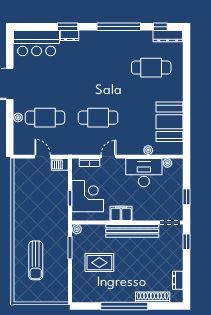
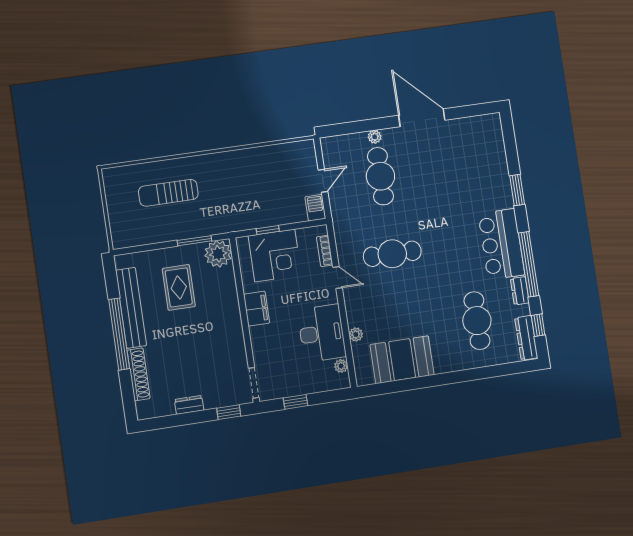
dresser: (70, 36) -> (520, 291), moved
bar counter: (37, 43) -> (501, 244), moved
cafe table: (98, 118) -> (392, 254), turned 90
plant: (77, 229) -> (218, 254), width x1.87, depth x1.87
bench: (132, 231) -> (131, 308), moved
dresser: (178, 280) -> (189, 405), moved

